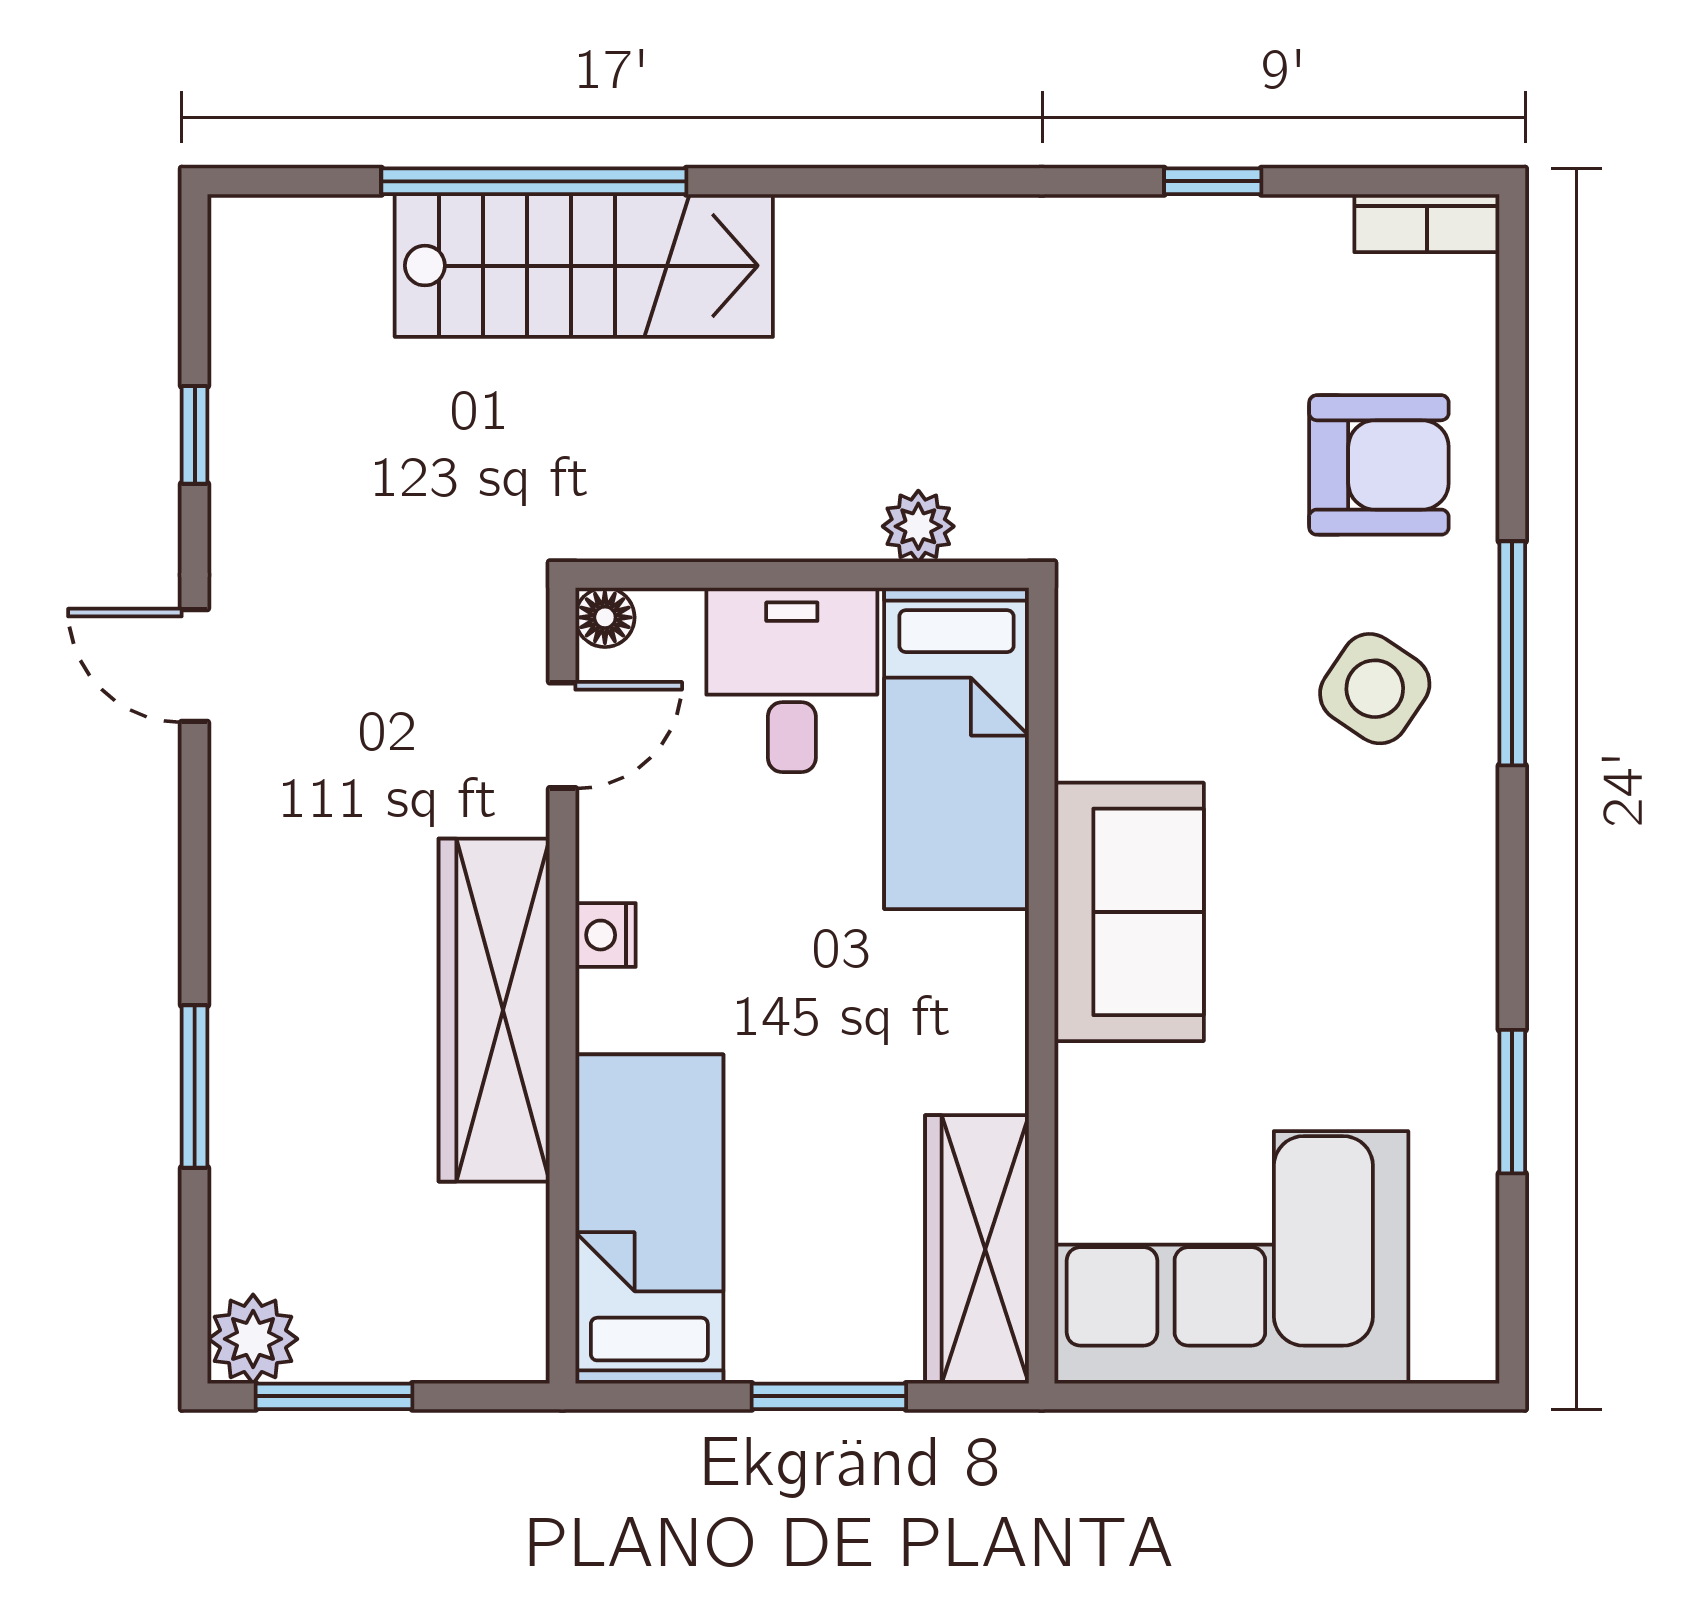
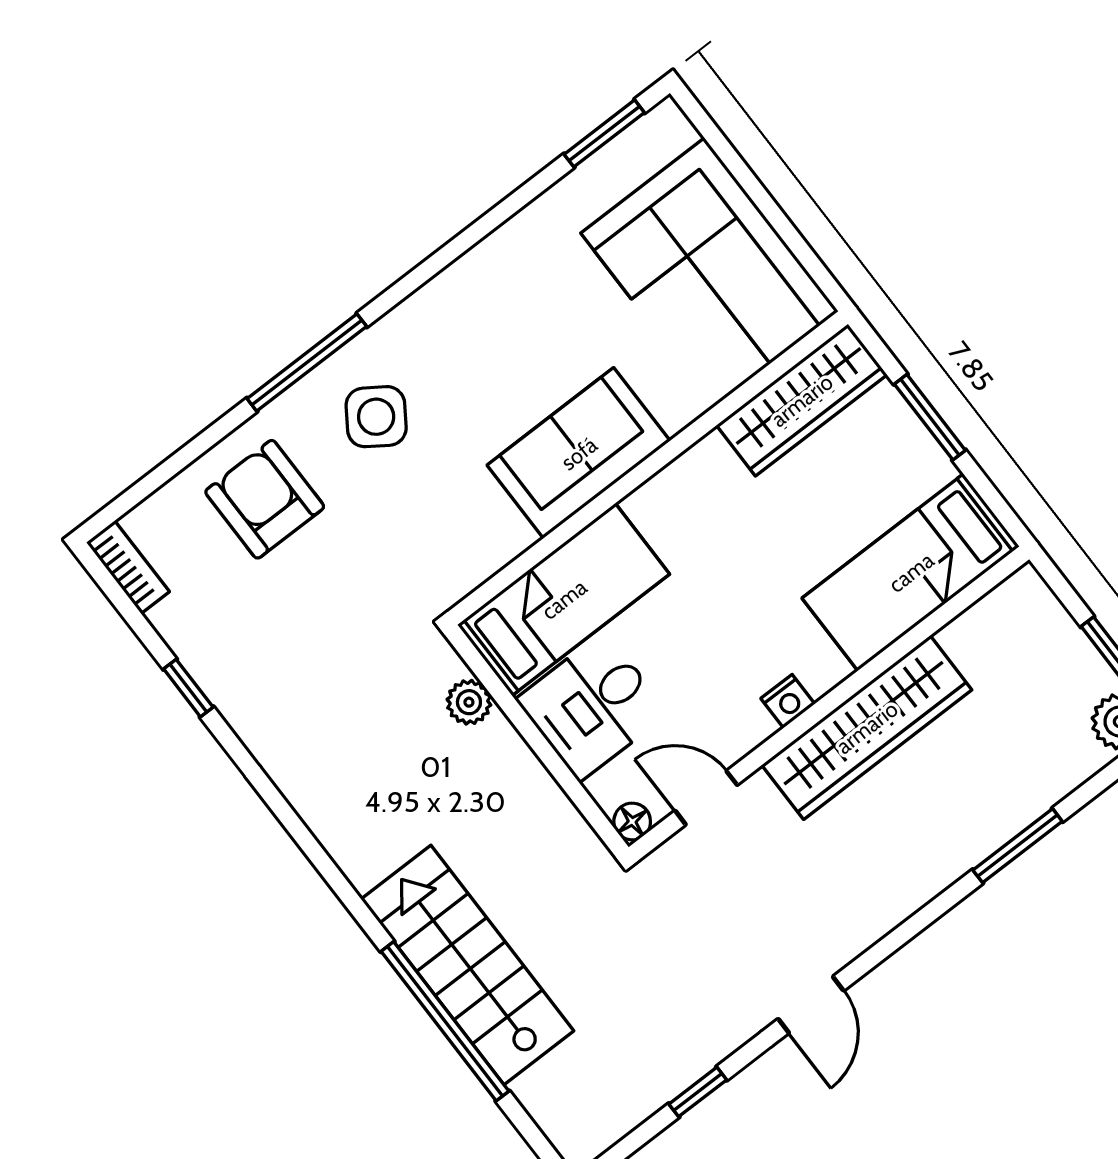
window: (1512, 1102) -> (604, 133), moved

